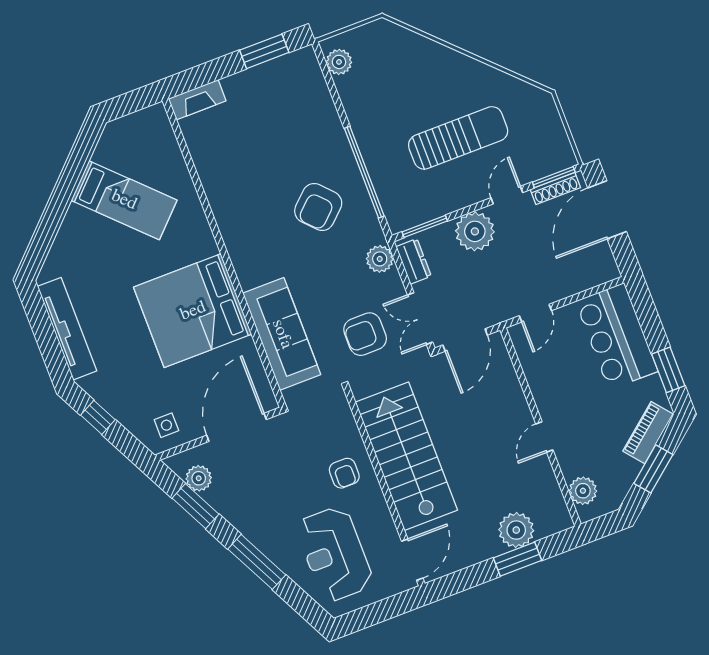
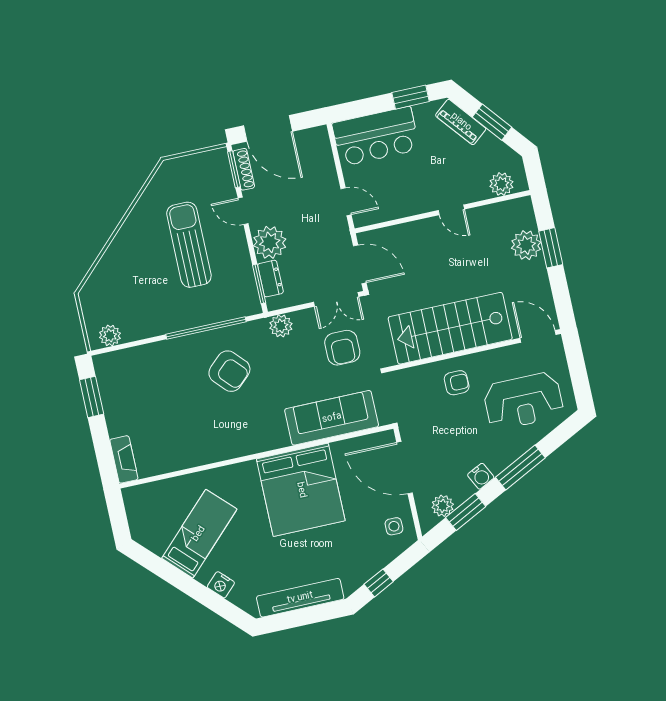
nightstand: (68, 234) -> (221, 585), added
dresser: (414, 261) -> (270, 279), moved, turned 90
water cooler: (240, 517) -> (481, 476), added

